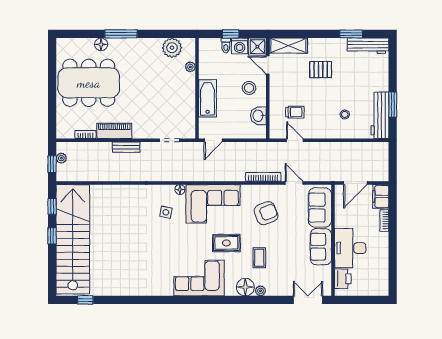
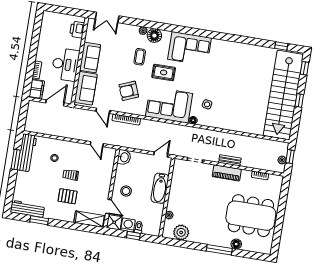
trolley: (295, 112) -> (71, 175), moved
washbasin: (258, 116) -> (124, 157), moved
piano: (114, 131) -> (227, 173), moved
window: (52, 206) -> (304, 68), moved
desk: (350, 248) -> (65, 64), moved

